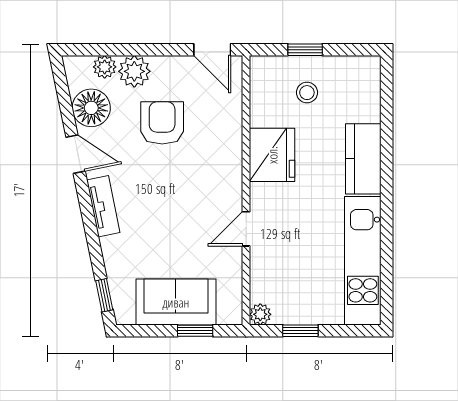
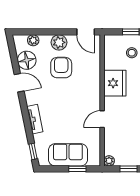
plant: (134, 71) -> (59, 42), moved
tv unit: (103, 206) -> (35, 119), moved

